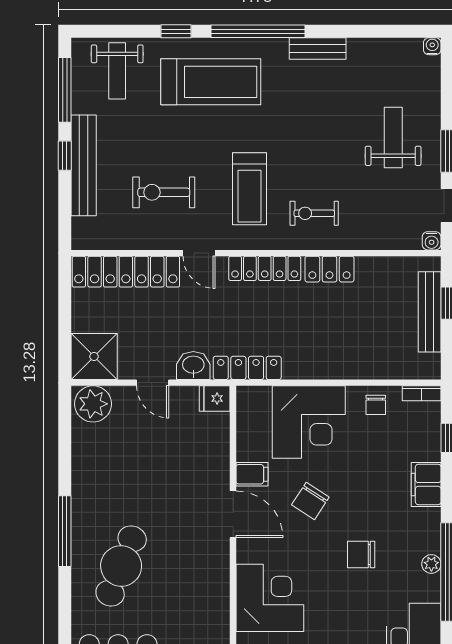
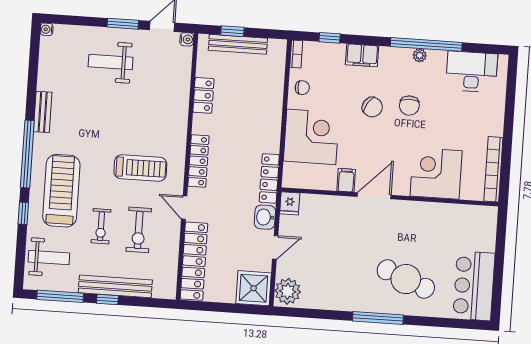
exercise bike: (314, 213) -> (101, 226), moved
door: (199, 253) -> (184, 208), swing flipped
locker: (329, 269) -> (203, 95), moved
chair: (310, 501) -> (372, 107), moved

